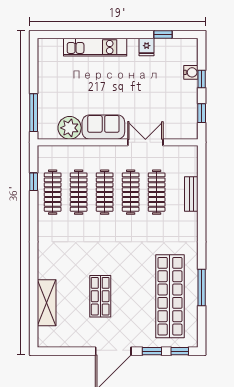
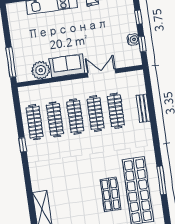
water cooler: (191, 72) -> (133, 40), moved
window: (34, 182) -> (23, 145), moved
shop shelf: (100, 296) -> (111, 194), moved

